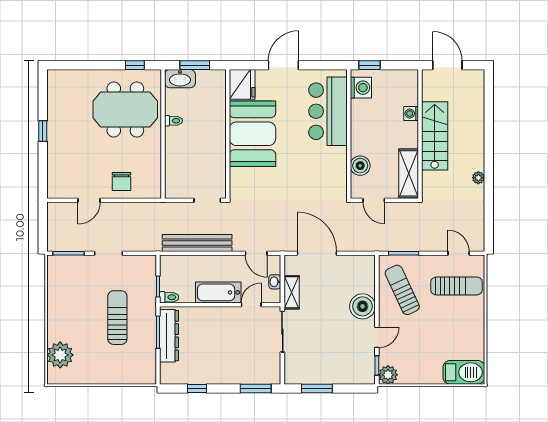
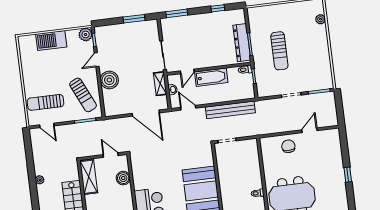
plant: (60, 355) -> (320, 19), width x0.53, depth x0.53
barbecue: (464, 372) -> (51, 40), moved

